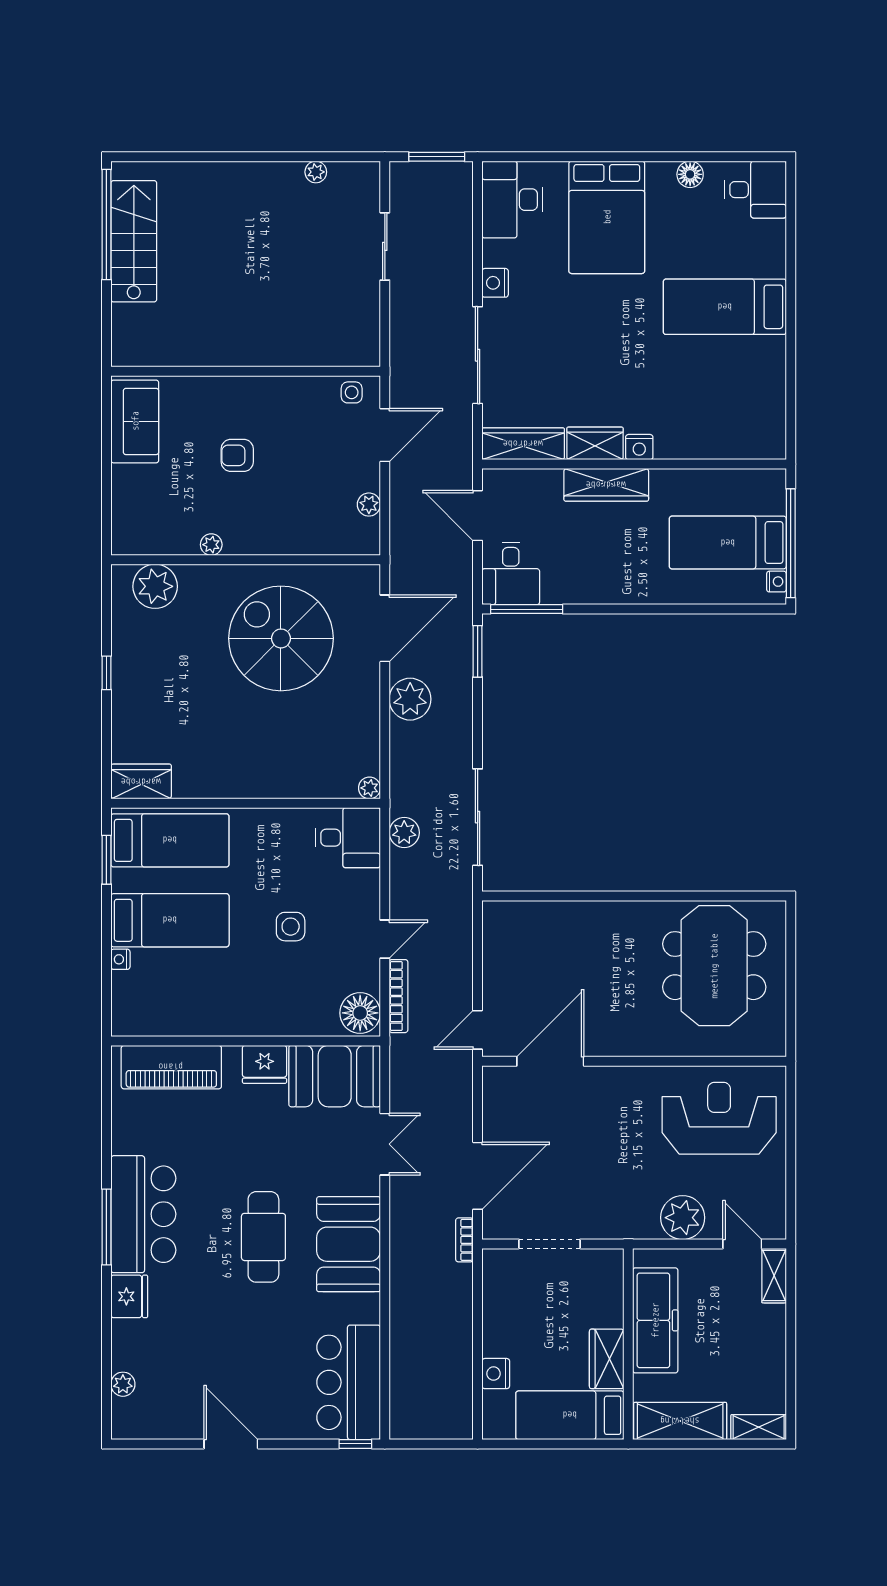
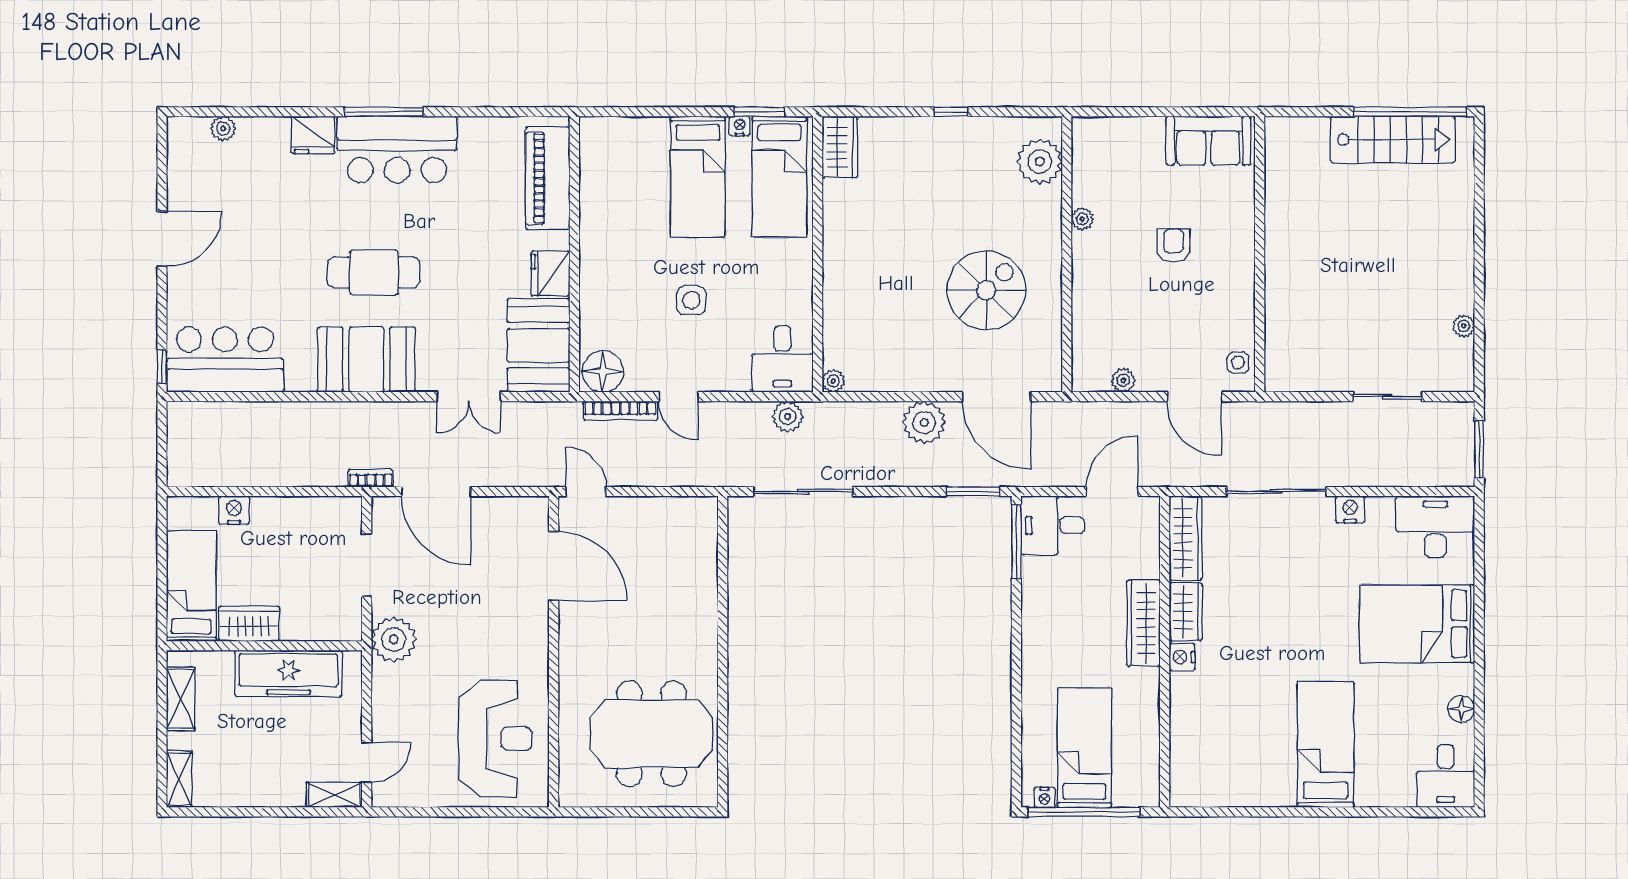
spiral stairs: (281, 638) -> (986, 290), width x0.73, depth x0.73
nightstand: (120, 959) -> (740, 126), moved
plant: (683, 1218) -> (394, 639), moved
shelving: (680, 1421) -> (181, 699), width x0.67, depth x0.75

